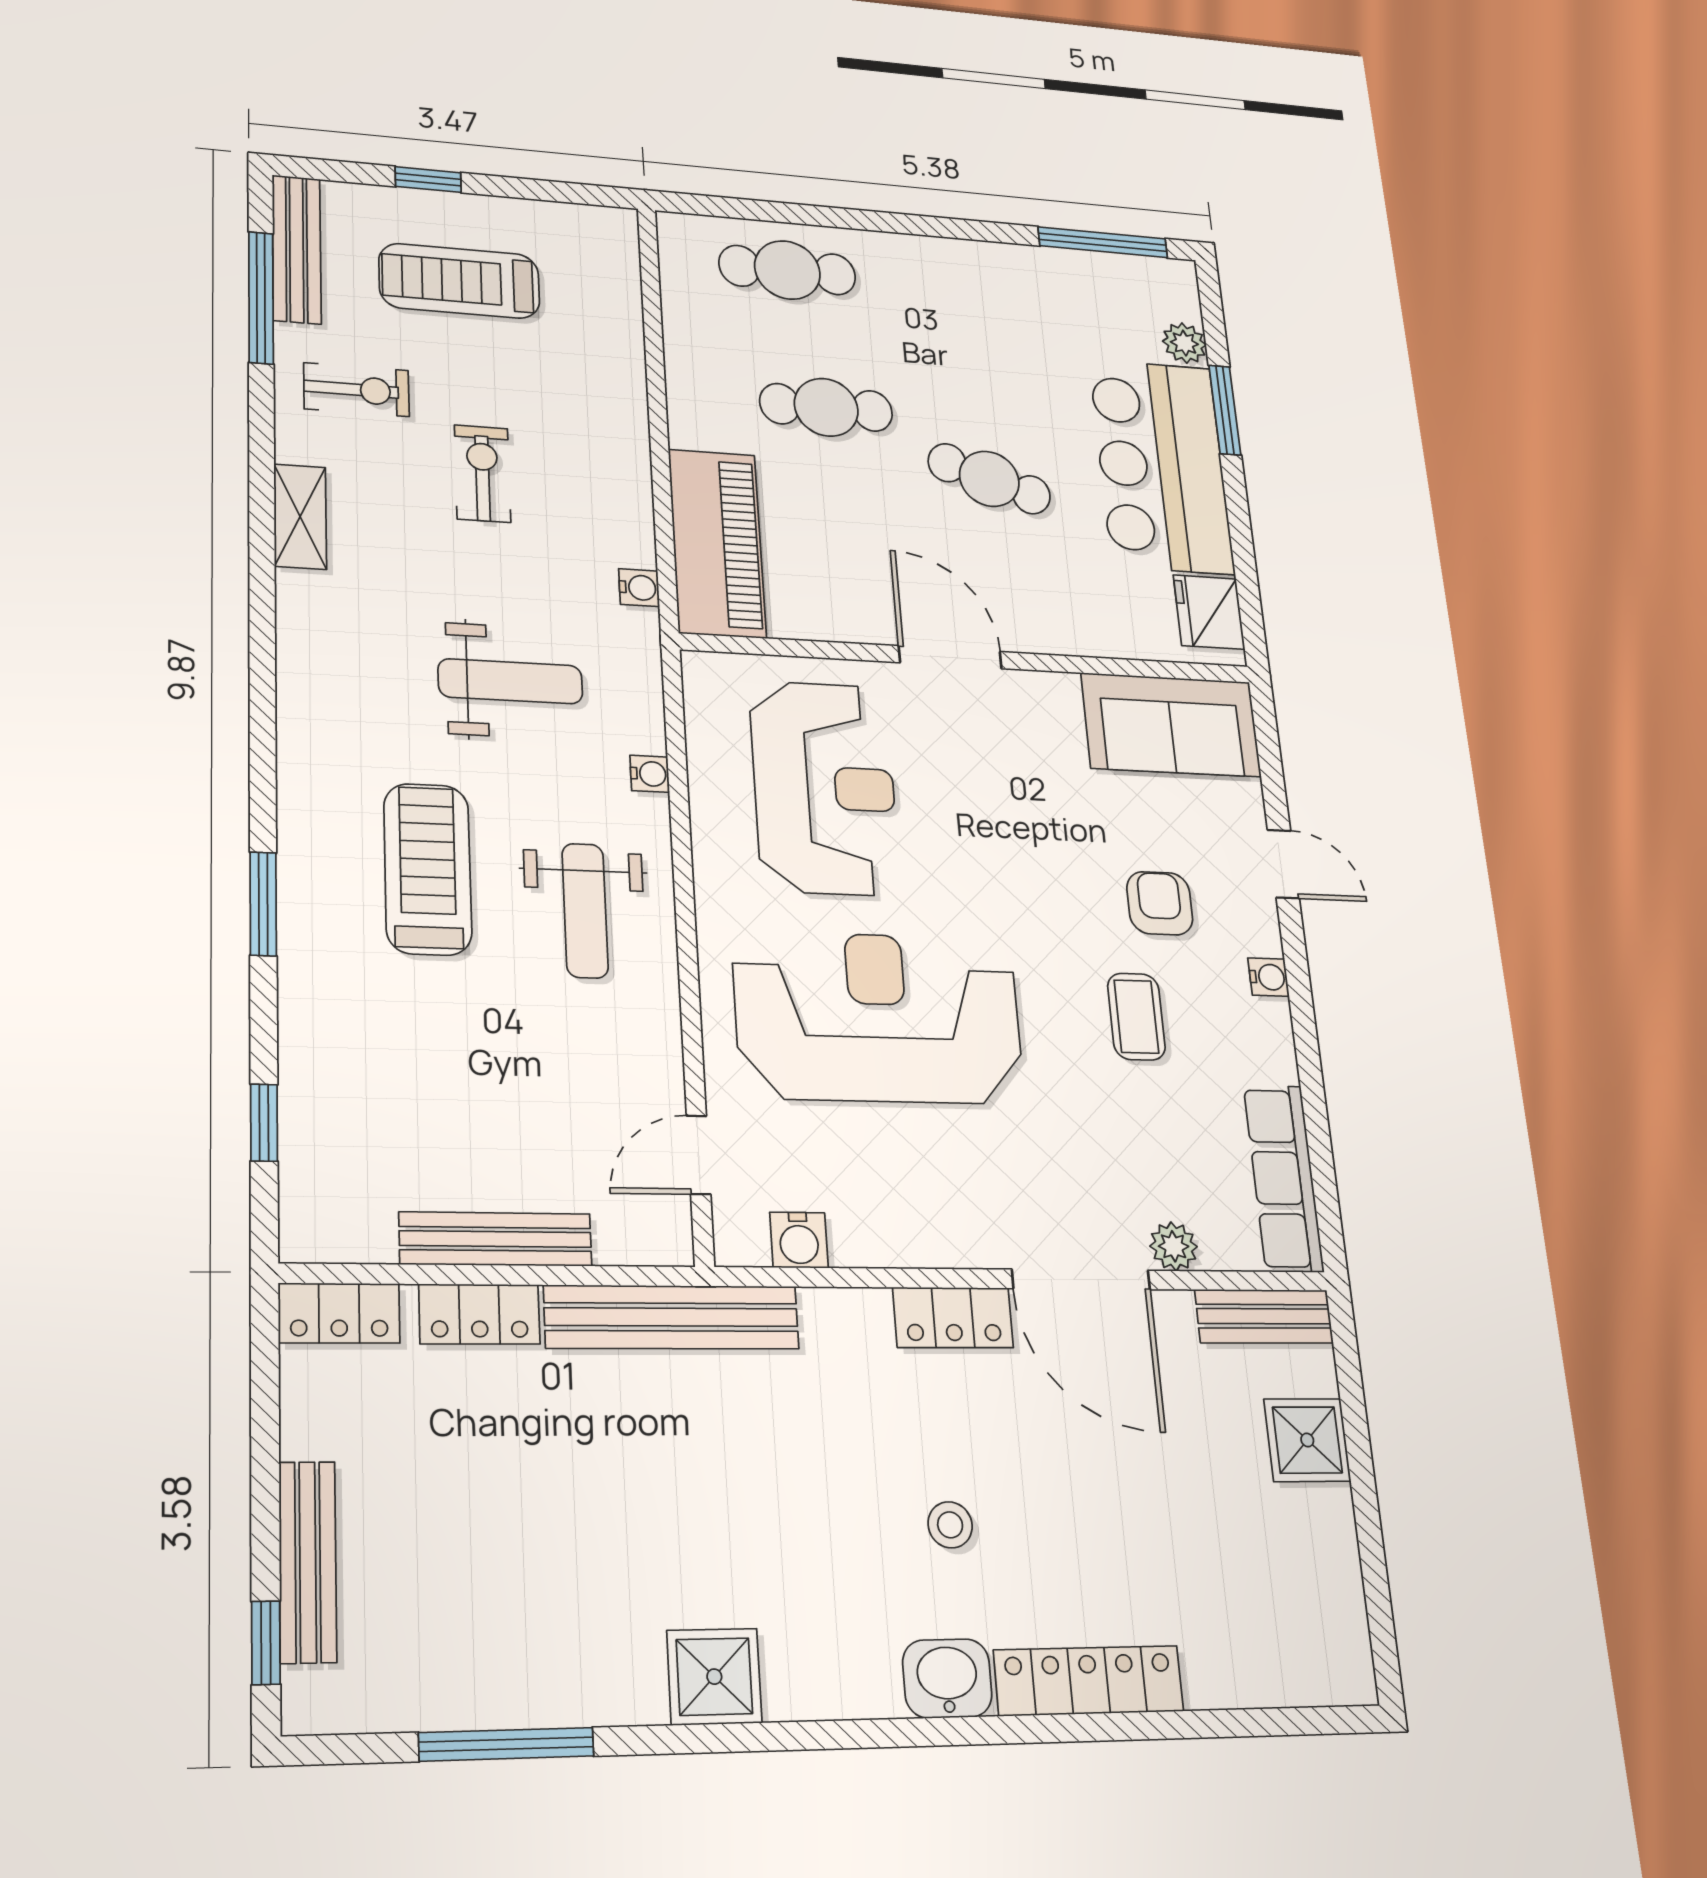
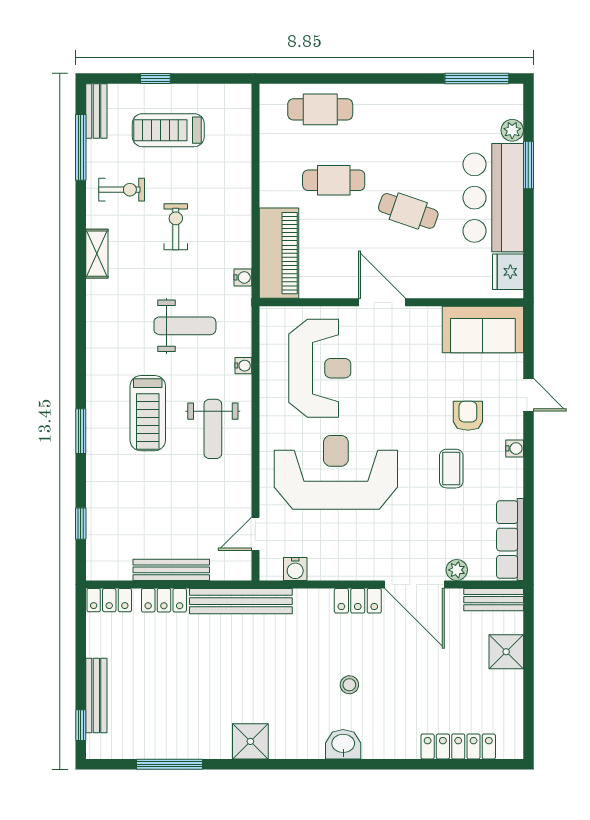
bench: (297, 249) -> (96, 111), width x0.73
treadmill: (428, 869) -> (148, 413), turned 180
locker: (1089, 1681) -> (458, 746), moved

